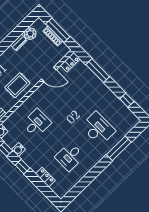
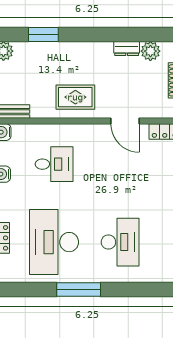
window: (119, 148) -> (79, 289), moved
desk: (70, 157) -> (54, 242), width x1.87, depth x1.30

